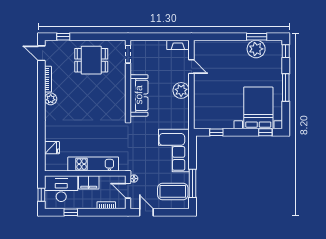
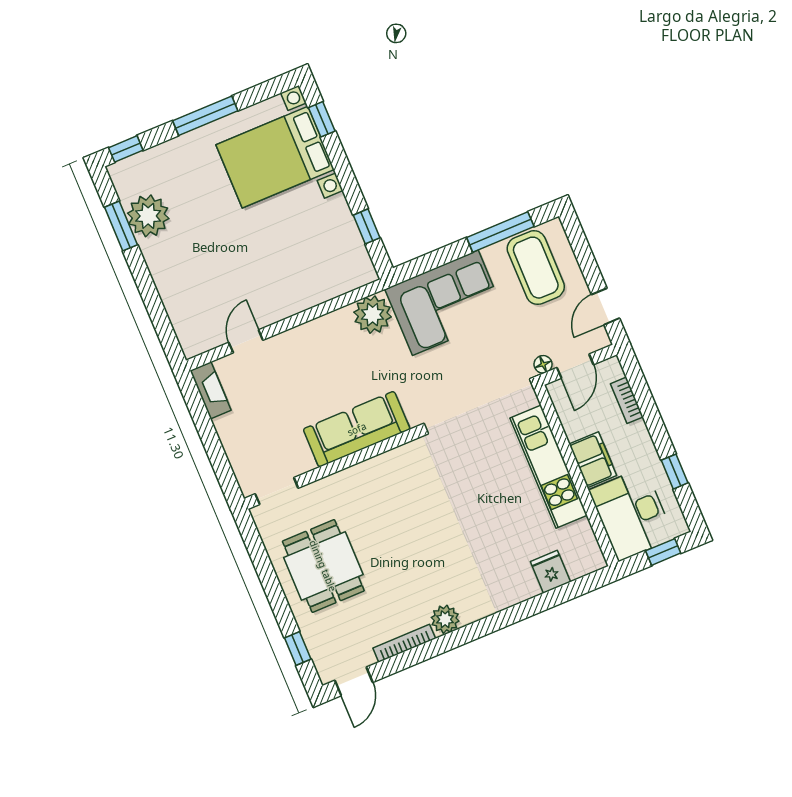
plant: (181, 90) -> (373, 315), moved

